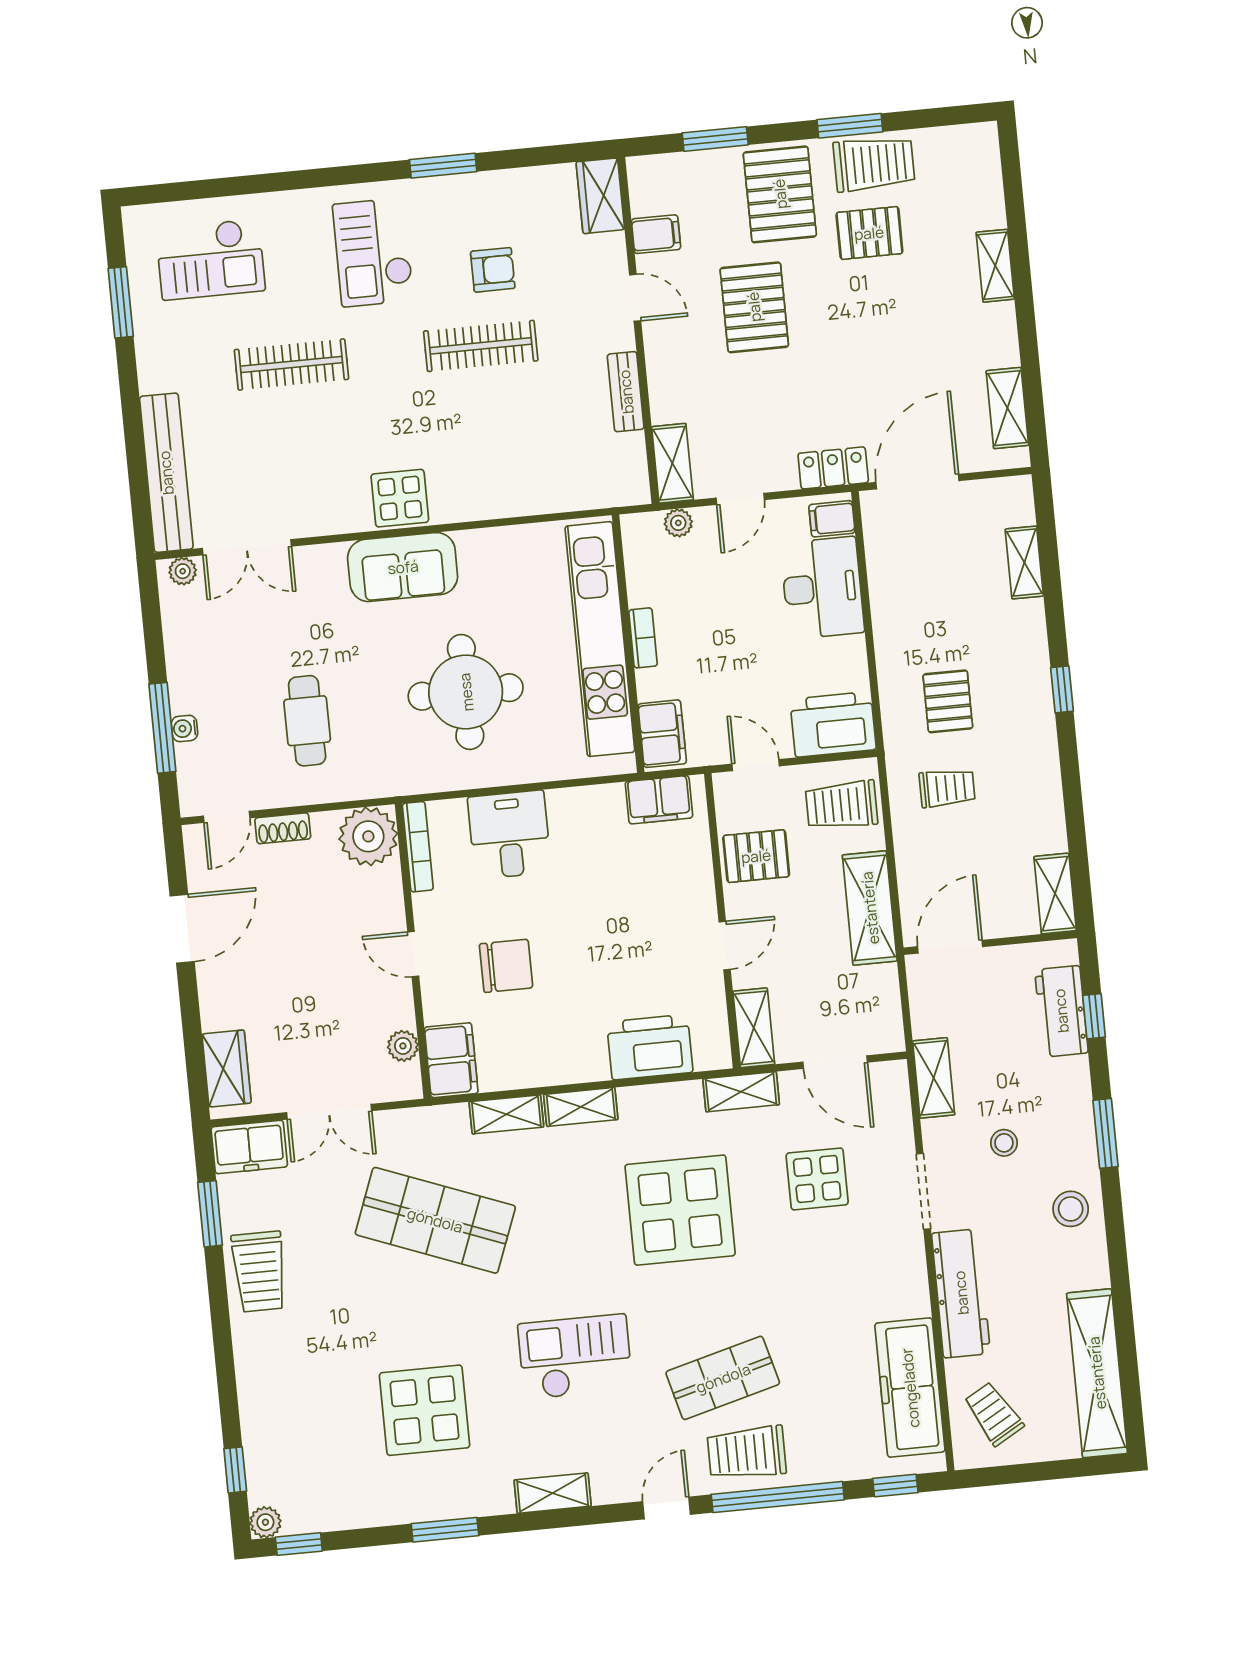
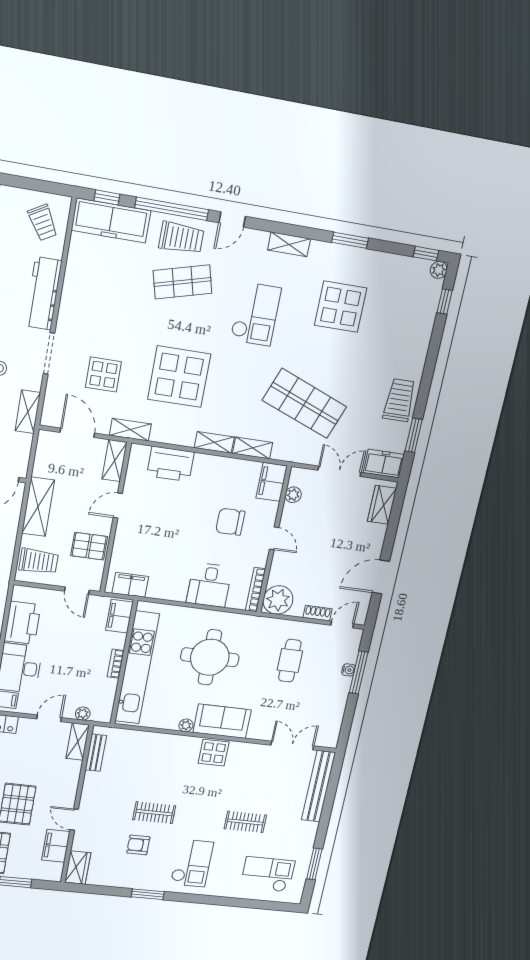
filing cabinet: (656, 234) -> (56, 846), width x2.00
clothes rail: (481, 346) -> (154, 813), width x0.73
clothes rail: (291, 364) -> (245, 822), width x0.73
bench: (626, 392) -> (96, 753), moved
plant: (183, 571) -> (186, 725), moved
printer: (833, 724) -> (23, 623), moved, turned -90
checkout: (575, 1357) -> (256, 314), turned -90
freezer: (910, 1388) -> (111, 220), moved, turned 90

